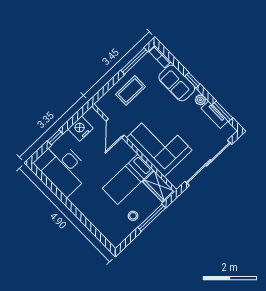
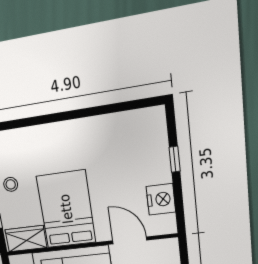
desk: (63, 168) -> (129, 140), removed
bed: (128, 179) -> (66, 209), width x1.50

